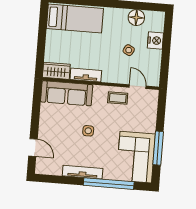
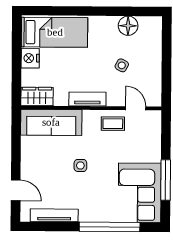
nightstand: (155, 40) -> (30, 58), moved, turned 180
tv unit: (86, 75) -> (87, 99), moved
tv unit: (83, 172) -> (54, 215), moved

